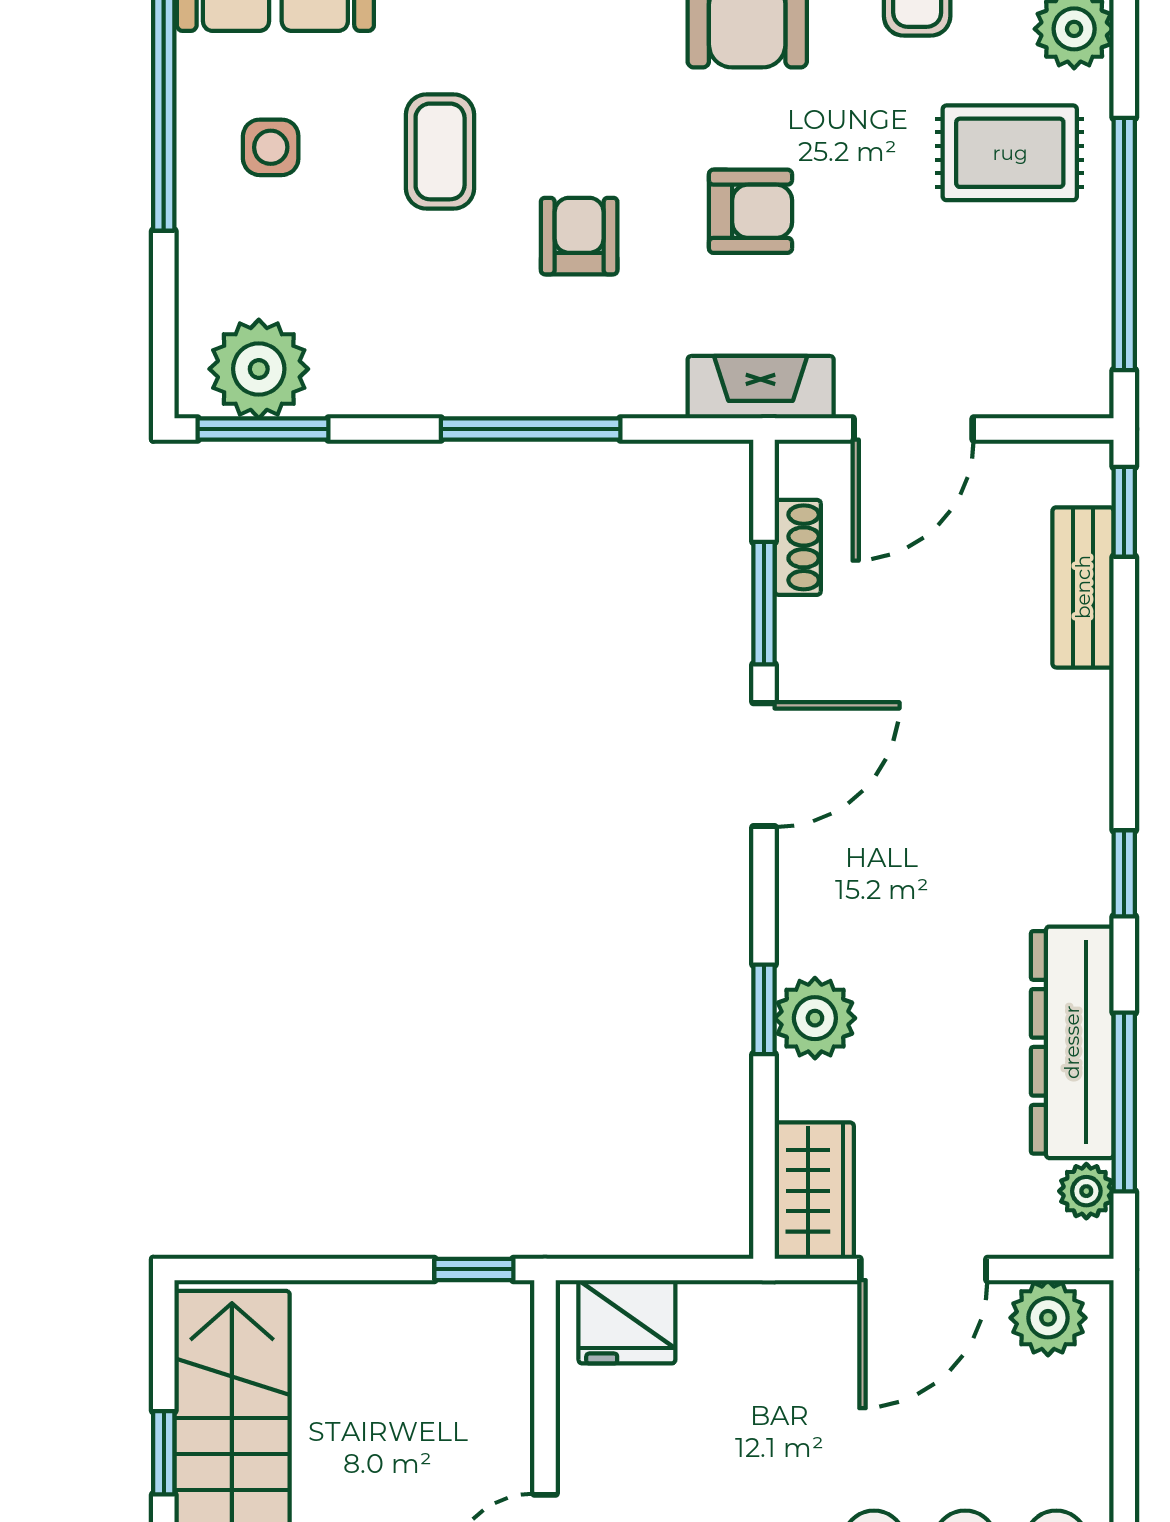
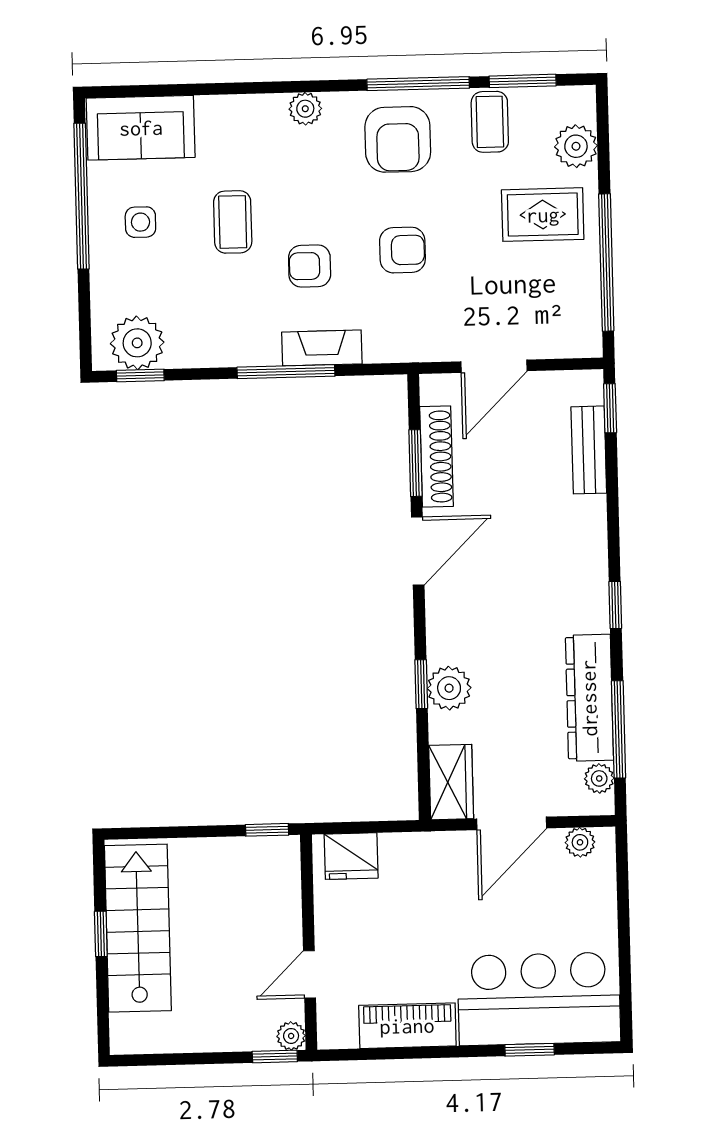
armchair: (579, 236) -> (310, 266), turned -90
fireplace: (761, 387) -> (322, 348), moved
window: (263, 429) -> (140, 375), width x0.67
shoe rack: (798, 547) -> (437, 457), width x1.94, depth x1.24
plant: (1048, 1318) -> (580, 842), width x0.73, depth x0.73

